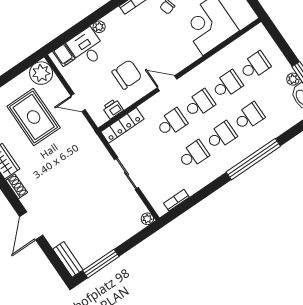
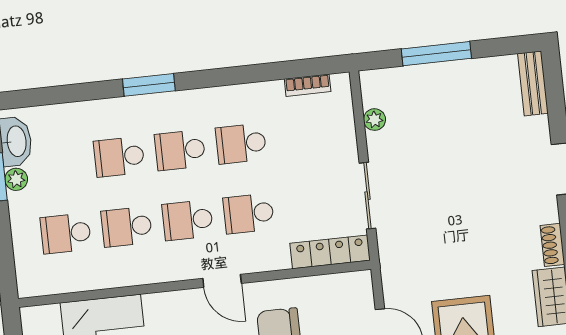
printer: (113, 109) -> (331, 287), removed
window: (253, 159) -> (149, 85), width x0.47
sliding door: (126, 174) -> (368, 196), moved
plant: (147, 219) -> (375, 120), moved
window: (101, 264) -> (436, 54), moved

